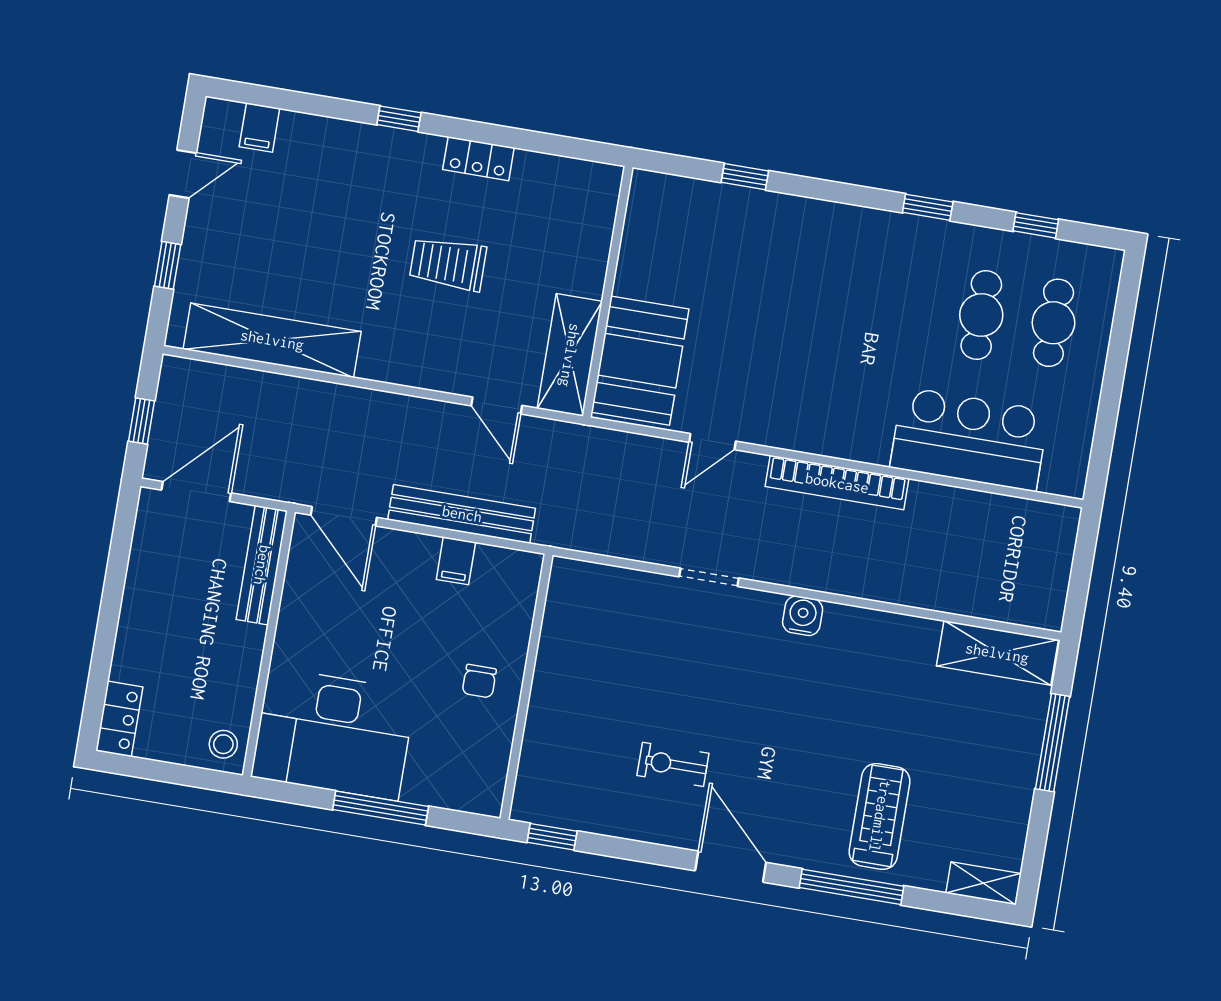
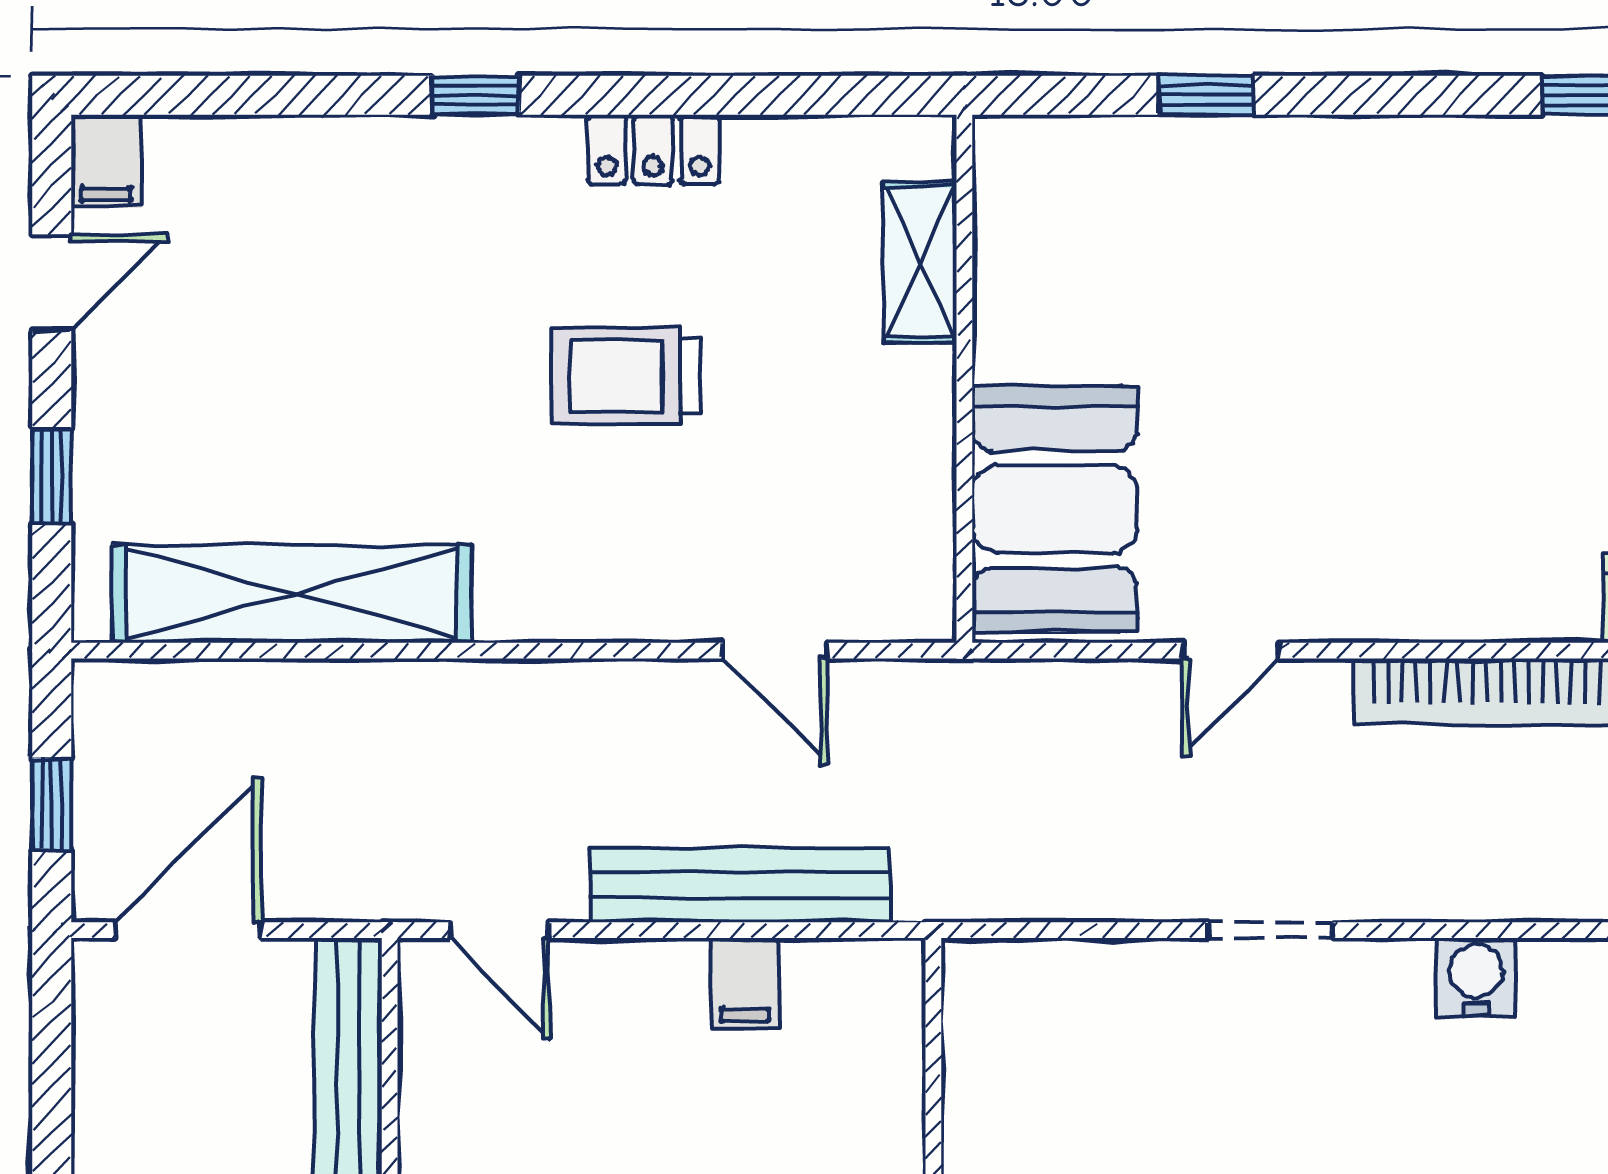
filing cabinet: (259, 128) -> (106, 161), moved
shelving: (570, 355) -> (920, 262), moved, width x0.67, depth x0.75
door: (344, 516) -> (499, 930), width x0.73

